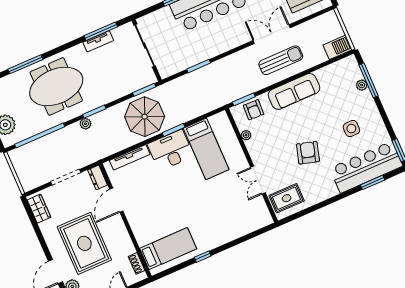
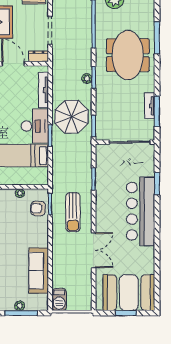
sun lounger: (281, 60) -> (73, 212), moved
sofa: (294, 91) -> (39, 271), moved
plant: (85, 124) -> (87, 78), moved

